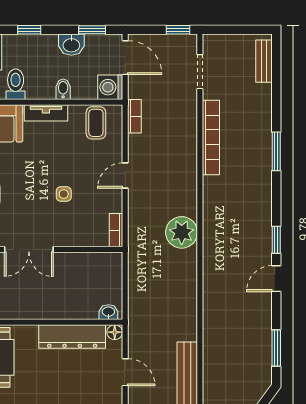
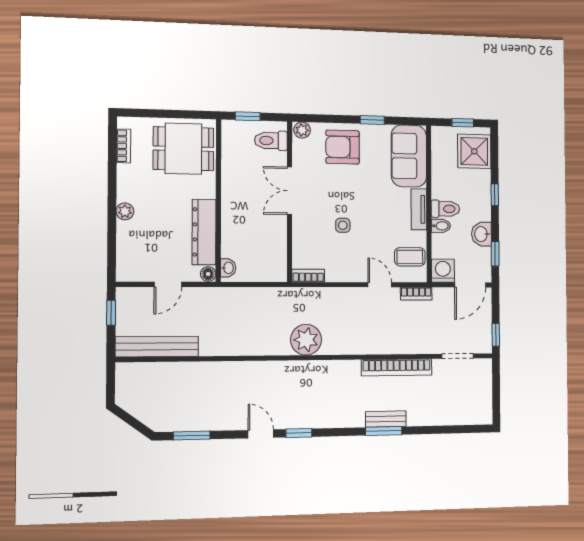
bench: (264, 61) -> (386, 419), moved
toilet: (16, 84) -> (445, 209), moved
door: (125, 176) -> (380, 285), moved

